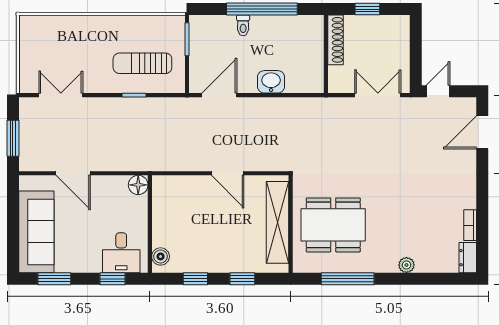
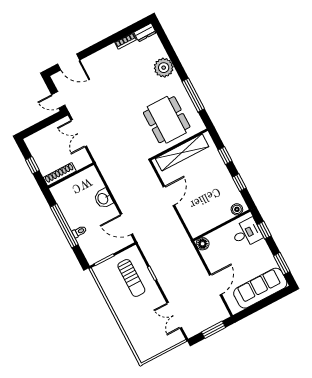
plant: (406, 265) -> (164, 68), width x1.88, depth x1.88

